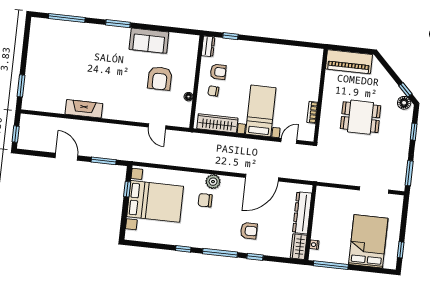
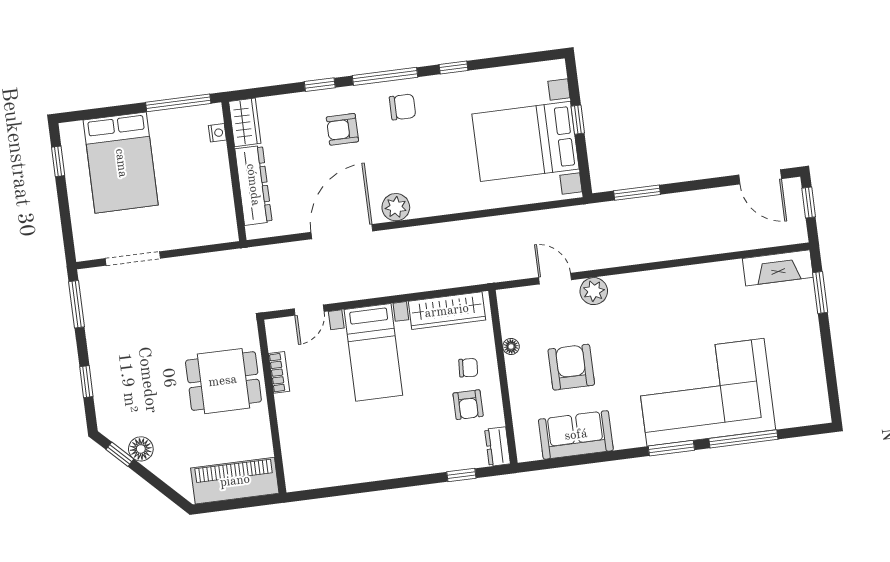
window: (67, 18) -> (743, 439), moved
sofa: (149, 41) -> (576, 435), moved
corner sofa: (93, 48) -> (706, 392), added
armchair: (218, 72) -> (468, 405), turned -90
floor lamp: (404, 103) -> (141, 449), moved
fireplace: (84, 109) -> (778, 268), moved
plant: (139, 115) -> (594, 291), added
dining table: (361, 117) -> (223, 381), moved
door: (66, 157) -> (760, 177), moved
plant: (213, 182) -> (396, 207), moved
window: (127, 189) -> (578, 120), moved
chair: (205, 200) -> (403, 107), moved

